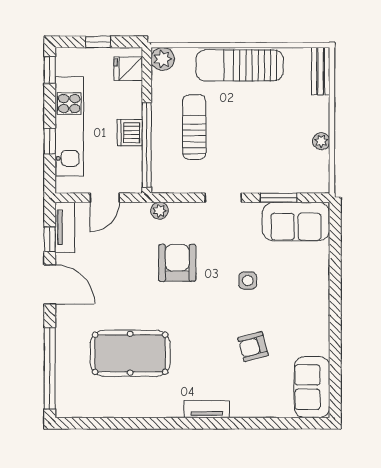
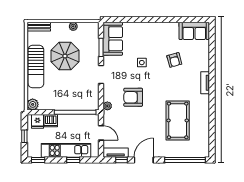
parasol: (261, 124) -> (65, 56), added
sun lounger: (194, 127) -> (66, 89), removed
dishwasher: (130, 133) -> (51, 121), moved

